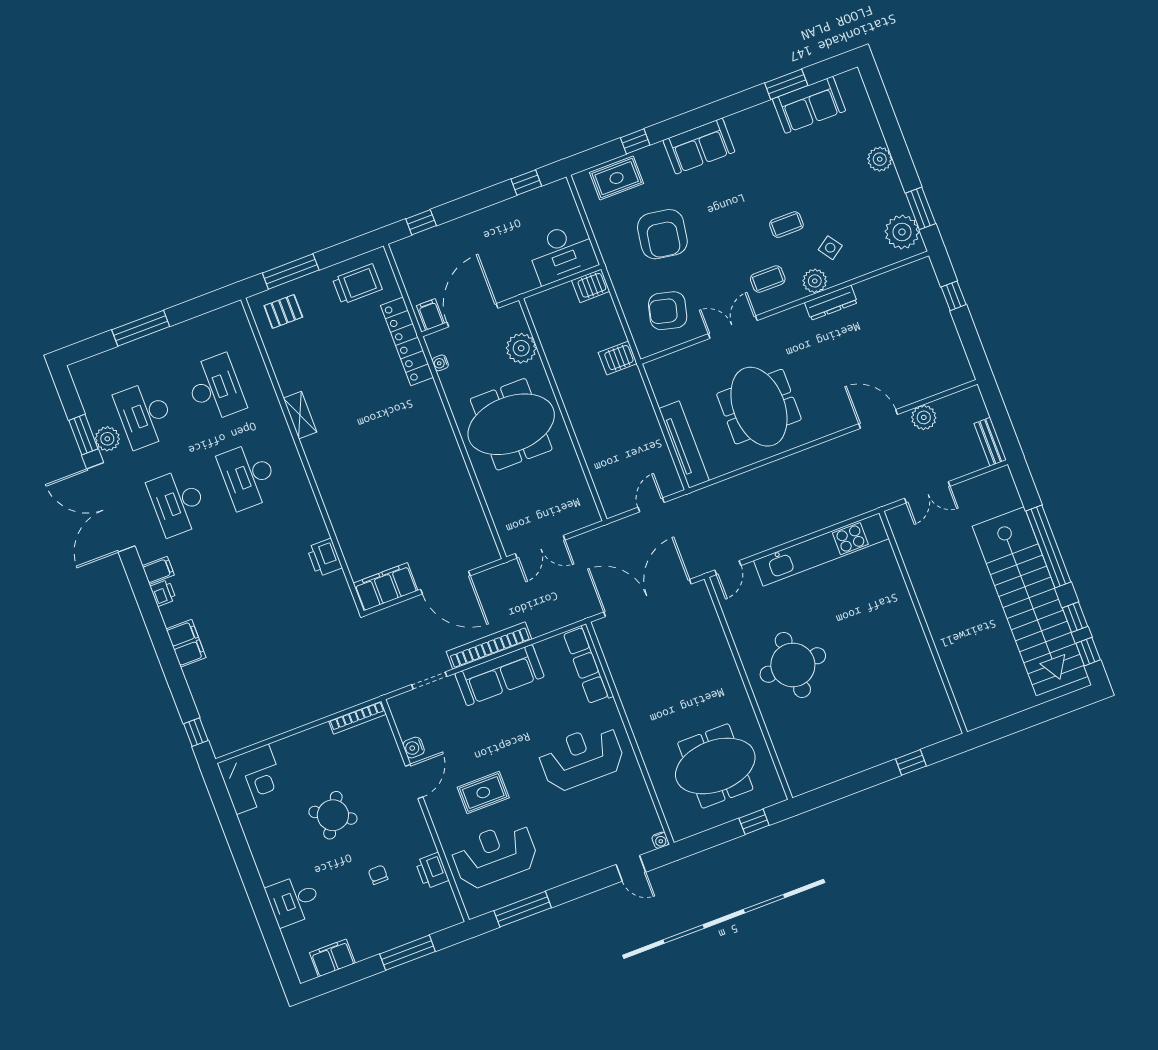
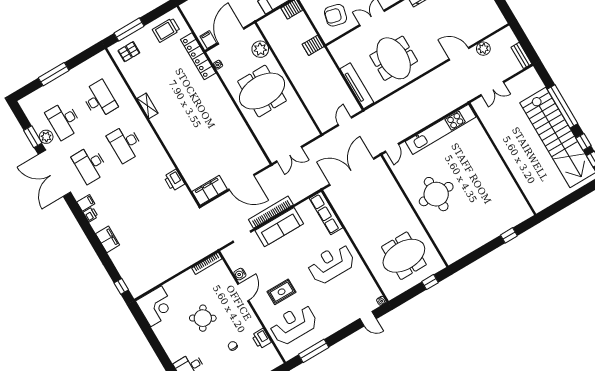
trolley: (357, 284) -> (166, 30), turned 180

